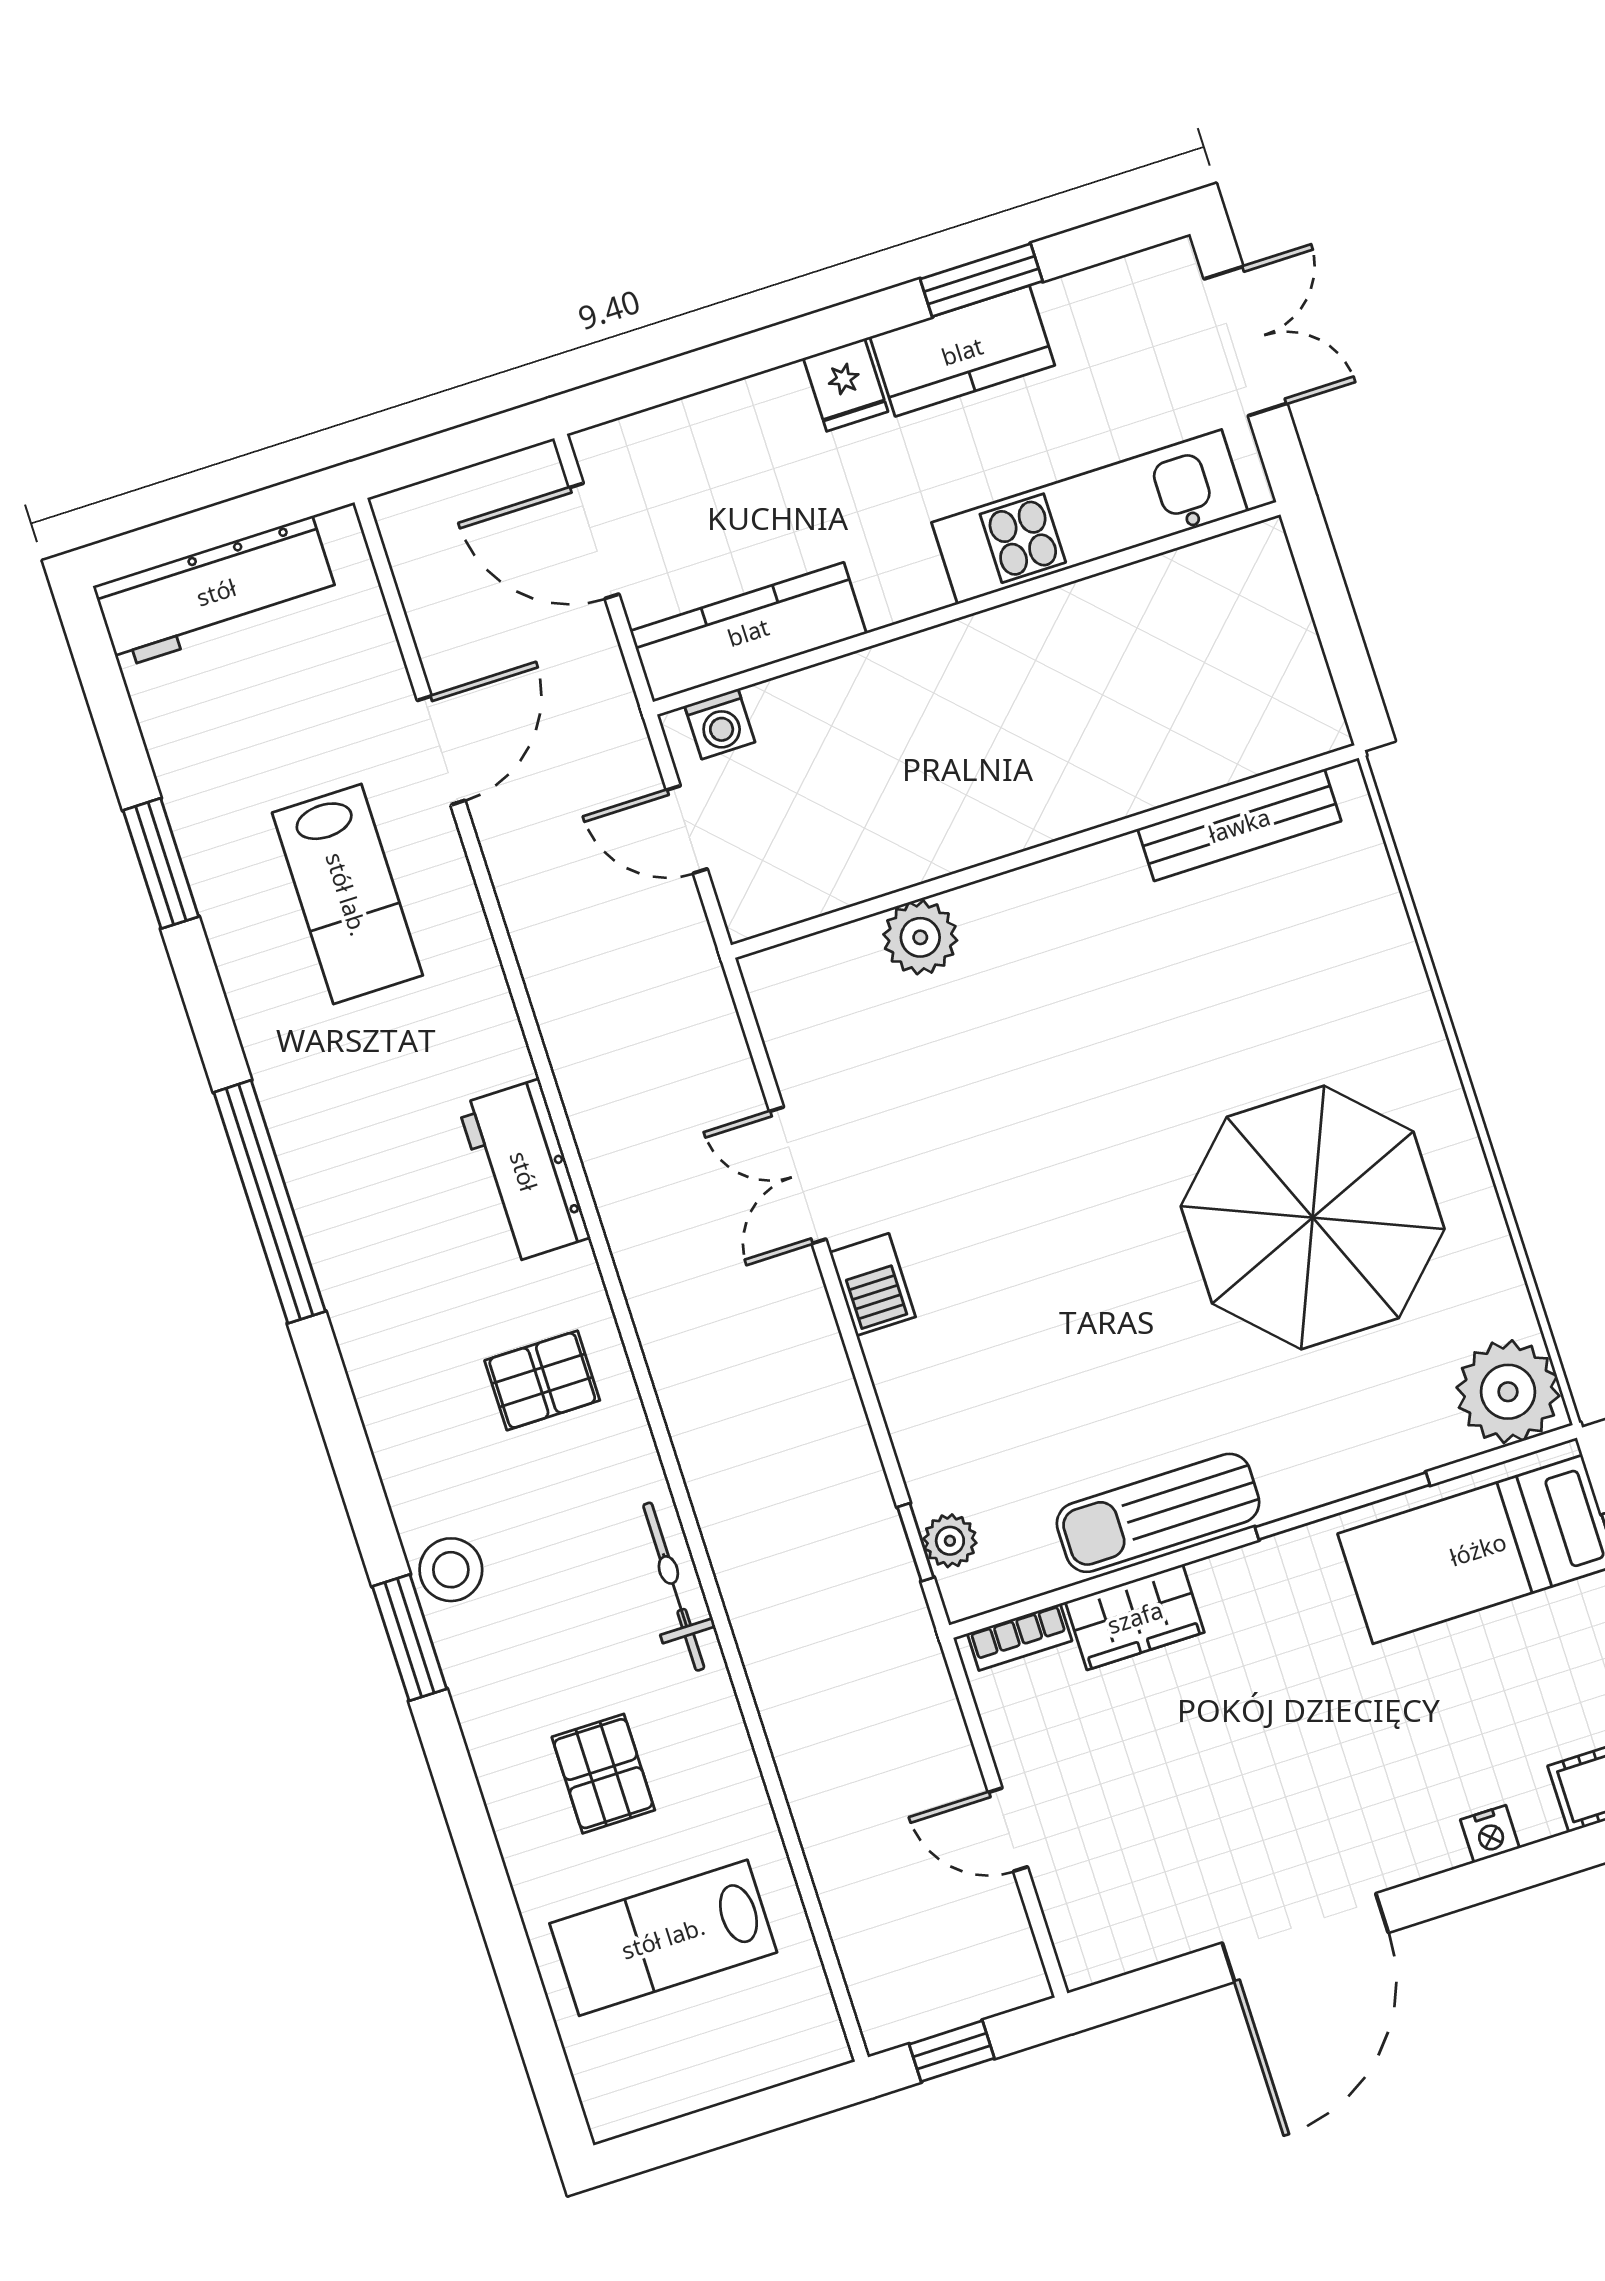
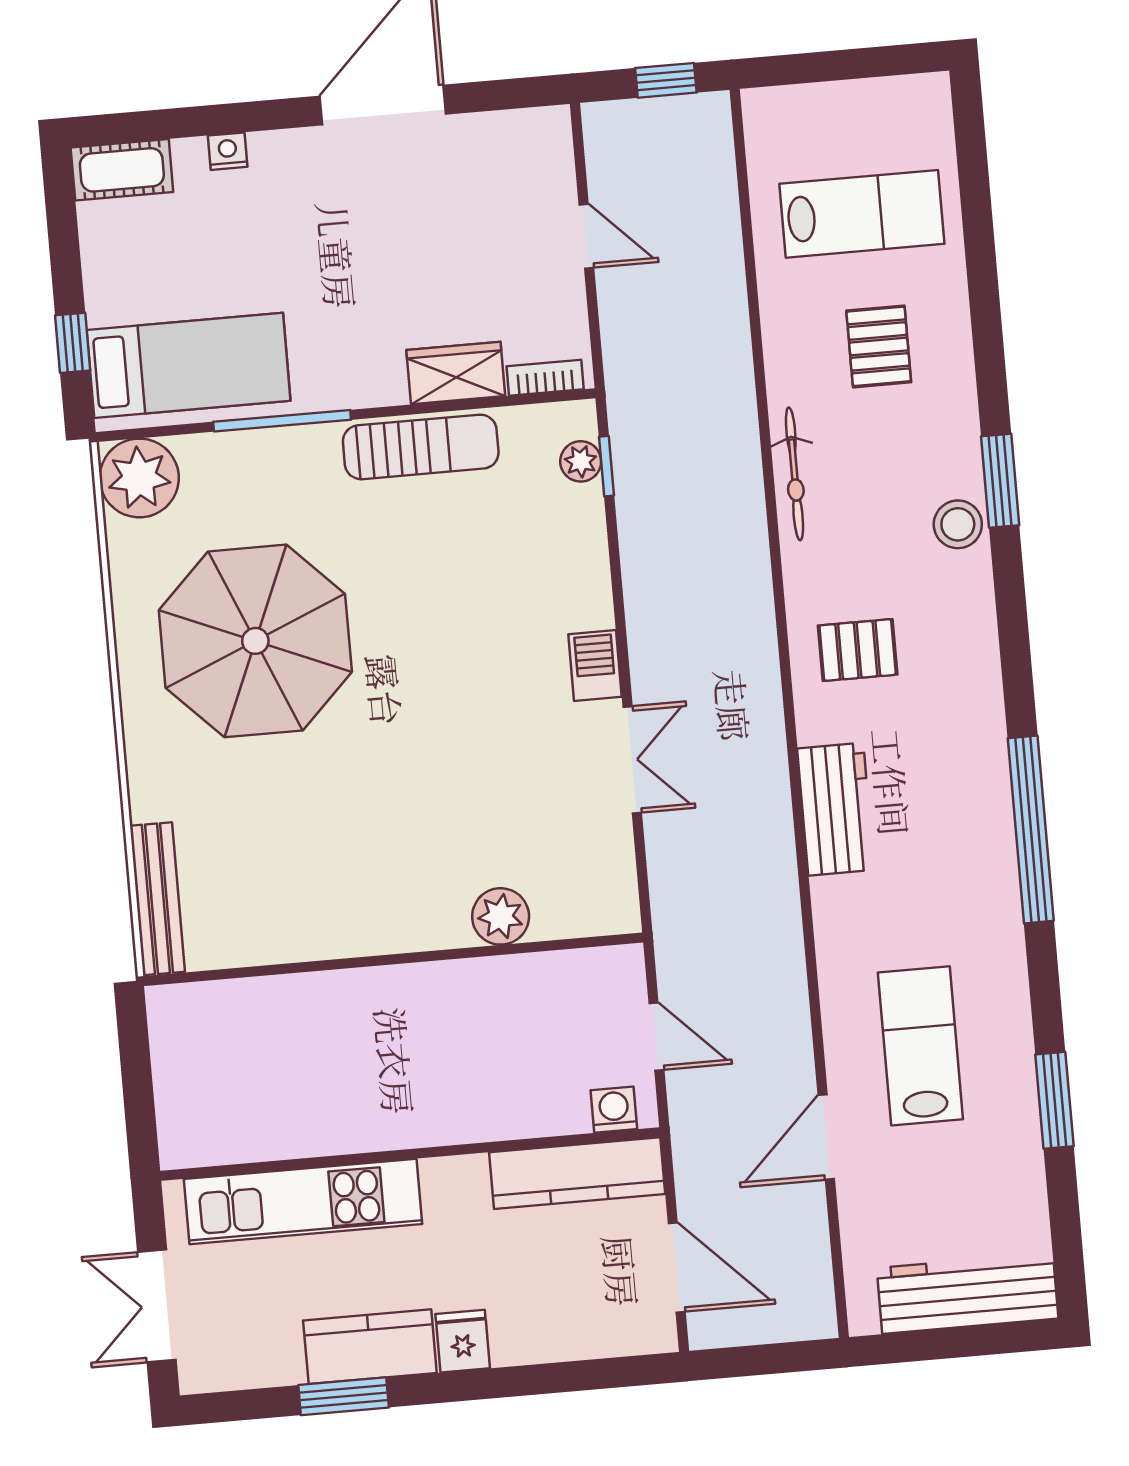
bench: (1239, 825) -> (157, 899), moved, turned 90

